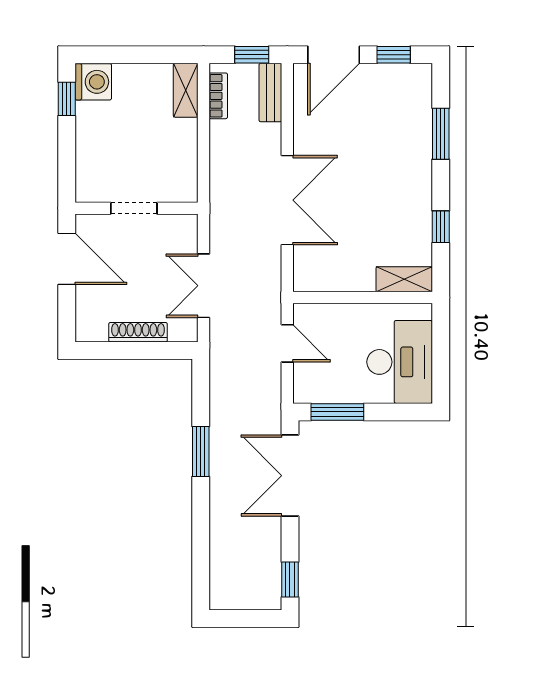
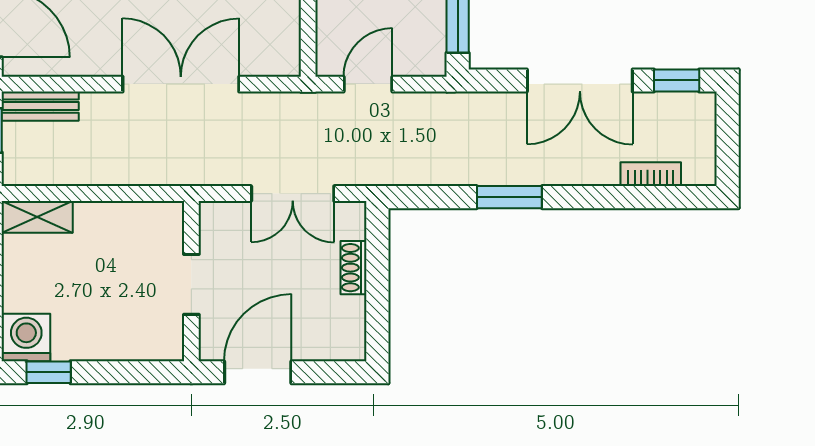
bookcase: (218, 96) -> (651, 174), moved
shoe rack: (138, 332) -> (353, 268), width x0.70
double door: (290, 476) -> (580, 80), moved

